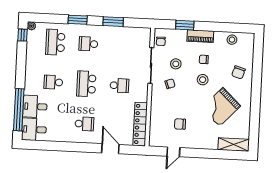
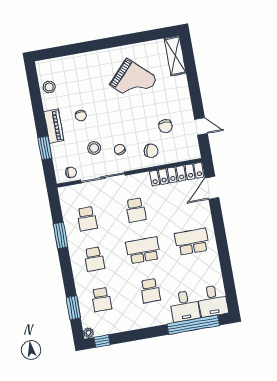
window: (78, 20) -> (73, 308), moved
school desk: (55, 42) -> (101, 299), width x0.54
school desk: (121, 46) -> (87, 219), added
chair: (238, 72) -> (151, 151), moved
stool: (203, 80) -> (106, 111), removed
school desk: (86, 84) -> (143, 250), turned 180
school desk: (119, 86) -> (136, 210), turned 180
school desk: (84, 124) -> (192, 242), width x1.85
door: (110, 149) -> (212, 188), moved

